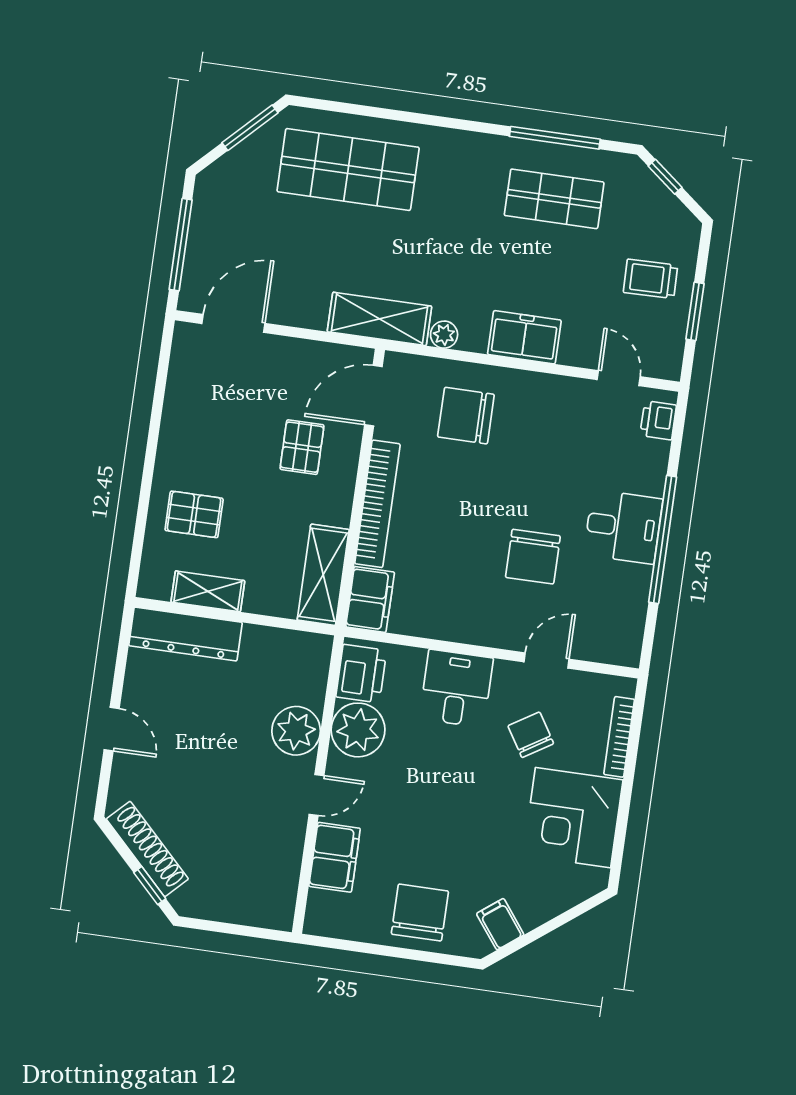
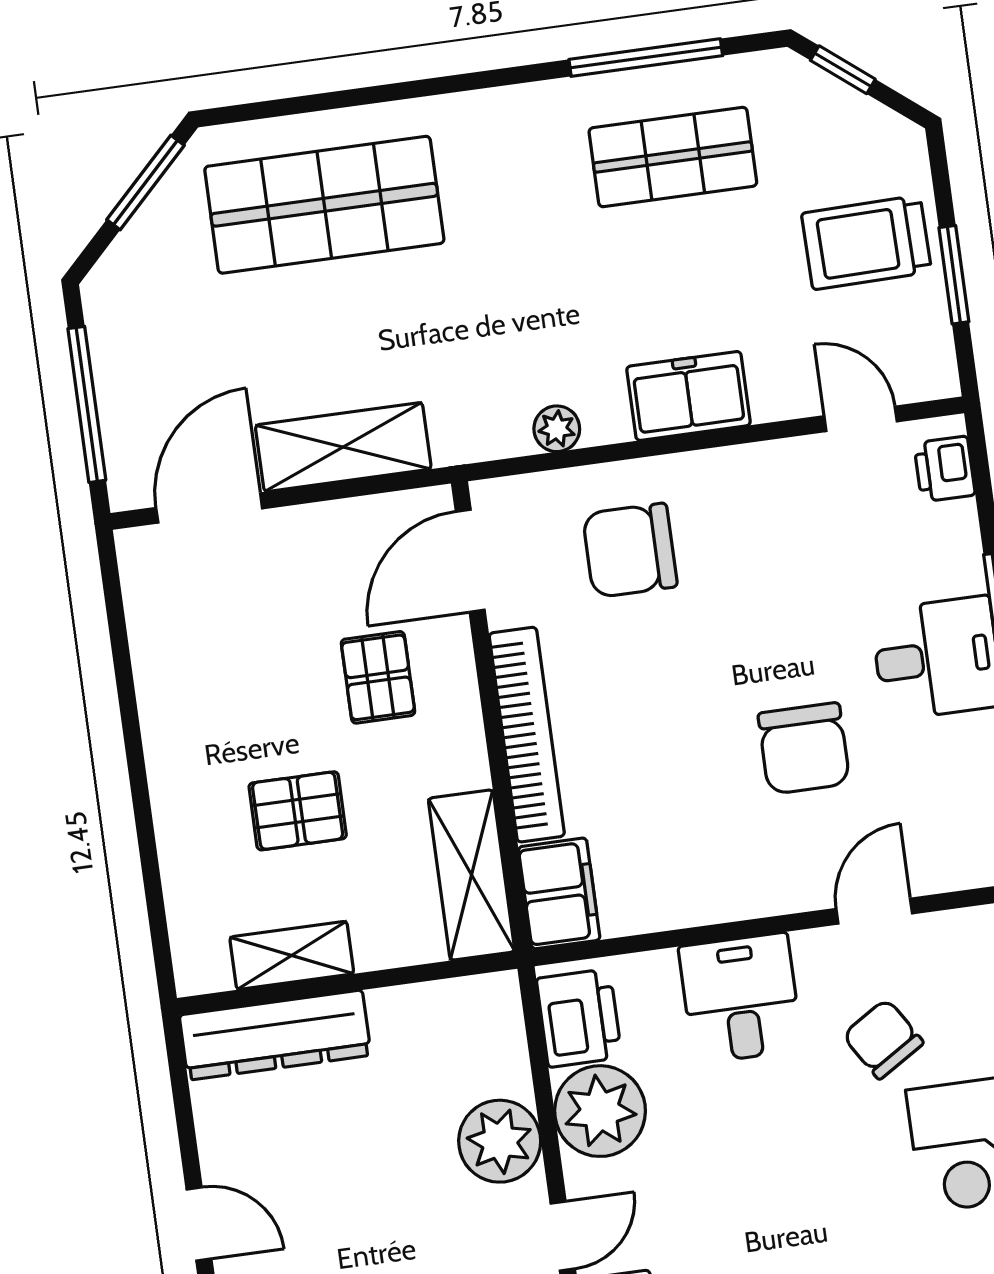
trolley: (650, 279) -> (866, 243), width x1.36, depth x1.39
shelving: (379, 319) -> (343, 447), moved
pallet: (194, 514) -> (298, 811), moved

